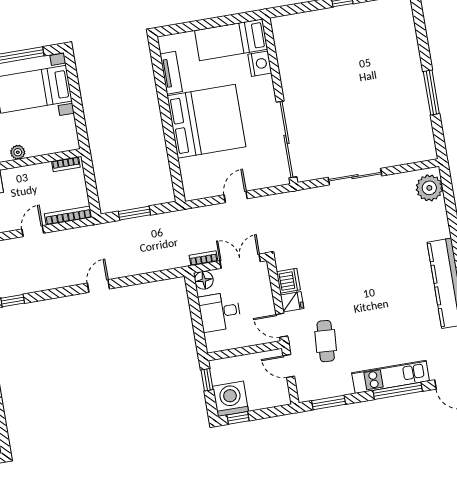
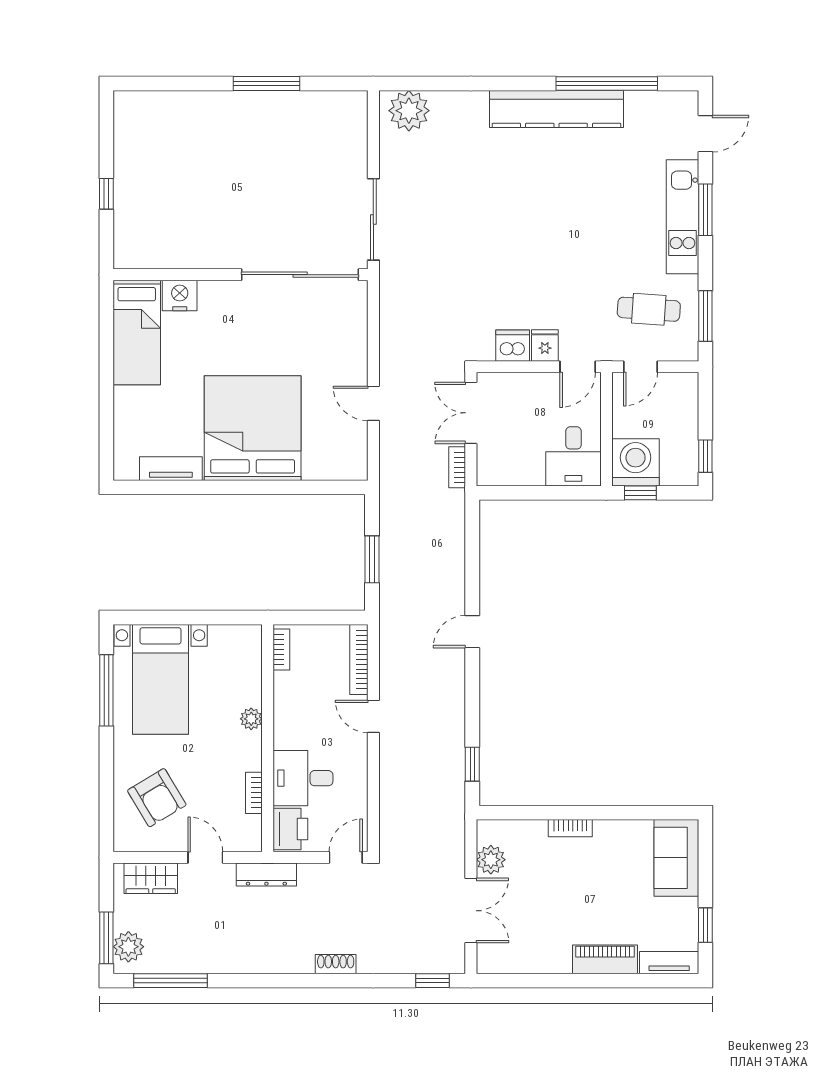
bed: (231, 40) -> (137, 332), moved
nightstand: (260, 64) -> (180, 295), moved
wall: (280, 101) -> (241, 275), moved
sliding door: (287, 139) -> (300, 275), moved
floor lamp: (204, 280) -> (490, 472), removed
door: (98, 286) -> (472, 632), hinge flipped
desk: (220, 312) -> (573, 456), moved
cafe table: (326, 341) -> (649, 309), moved
window: (398, 391) -> (705, 210), width x0.69
washing machine: (231, 399) -> (636, 462), moved, turned 90

